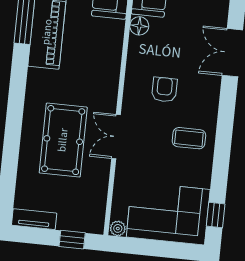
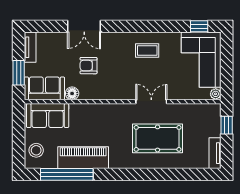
armchair: (164, 90) -> (89, 66), moved
double door: (116, 137) -> (151, 102), swing flipped
coffee table: (189, 138) -> (147, 51), turned 90

